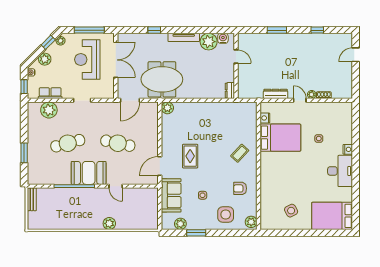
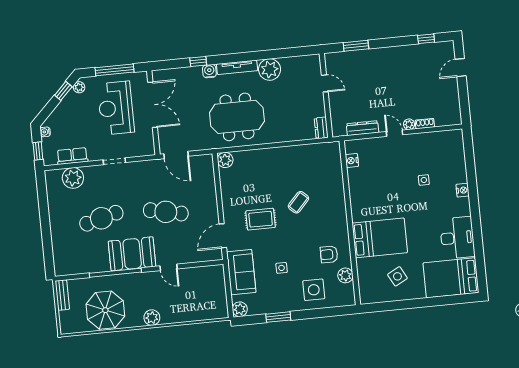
window: (317, 30) -> (426, 39), moved
water cooler: (223, 38) -> (209, 71), moved
door: (236, 57) -> (325, 83), moved
plant: (45, 59) -> (61, 113), removed
wall: (236, 66) -> (326, 95), moved
meeting table: (162, 79) -> (237, 117), moved
dresser: (230, 91) -> (321, 128), moved
door: (130, 100) -> (176, 155), hinge flipped
bed: (280, 138) -> (380, 238), moved
window: (24, 153) -> (46, 236), removed
coffee table: (240, 153) -> (298, 202), moved
rug: (190, 156) -> (261, 219), turned 90
desk: (340, 171) -> (457, 238), moved
parasol: (64, 214) -> (105, 310), added
plant: (251, 222) -> (345, 275), moved
plant: (109, 223) -> (152, 318), moved
plant: (180, 224) -> (240, 309), moved

